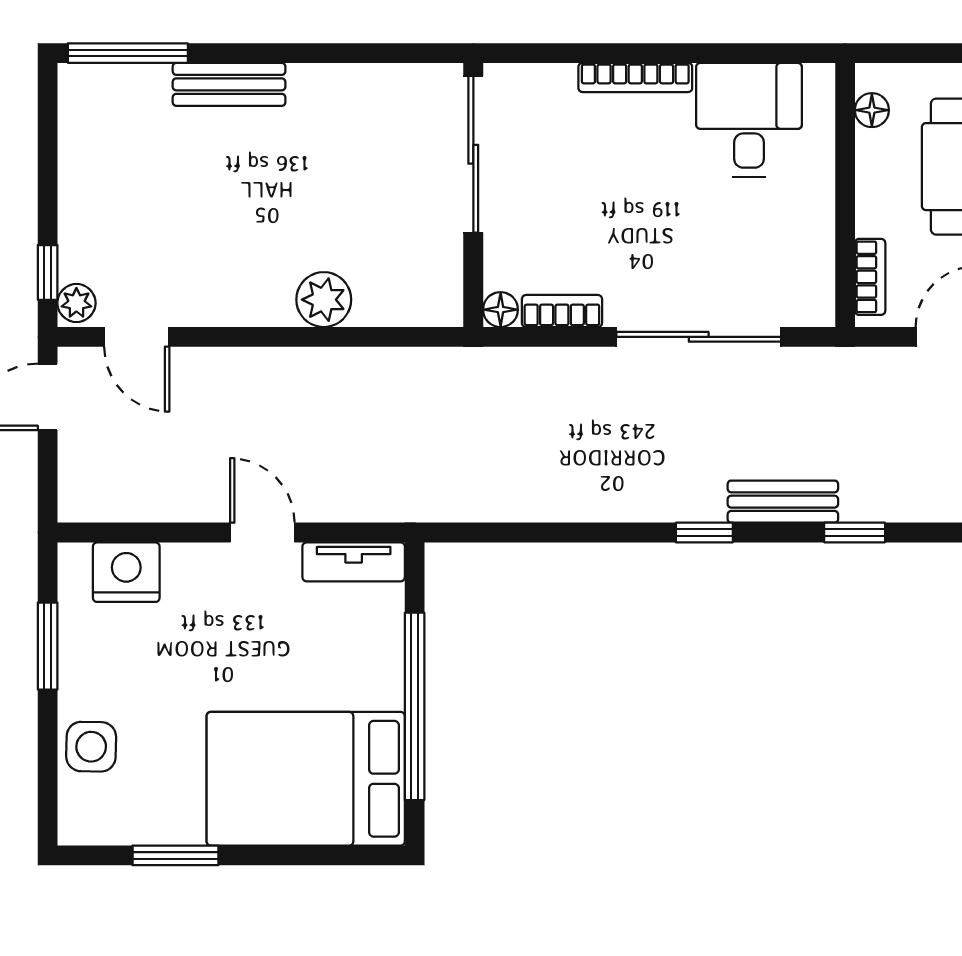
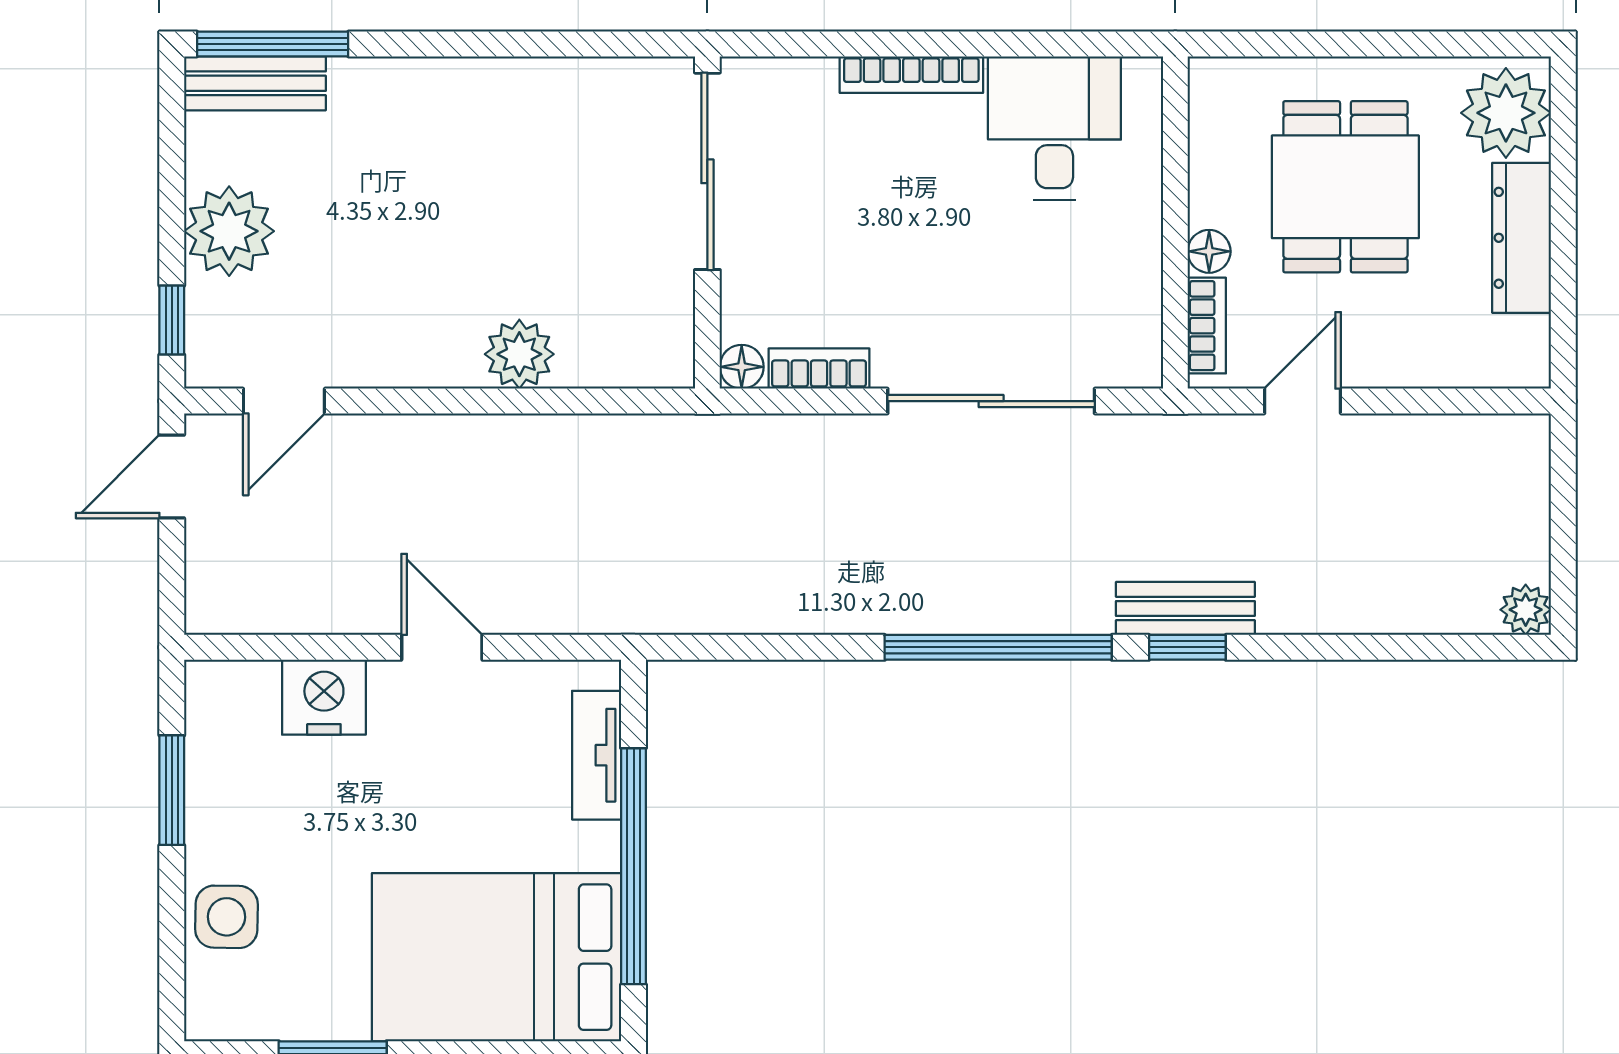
bench: (229, 84) -> (255, 83), moved
floor lamp: (872, 110) -> (1209, 251), moved
plant: (76, 303) -> (229, 231), moved, width x1.88, depth x1.88
door: (137, 337) -> (284, 401), hinge flipped
bench: (783, 502) -> (1185, 608), moved
window: (704, 533) -> (998, 647), width x3.17
tv unit: (354, 562) -> (597, 755), moved, turned 90
nightstand: (126, 572) -> (324, 697), moved

